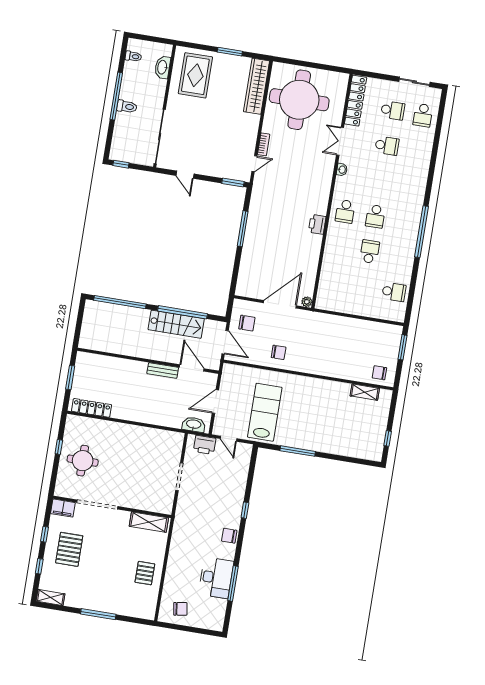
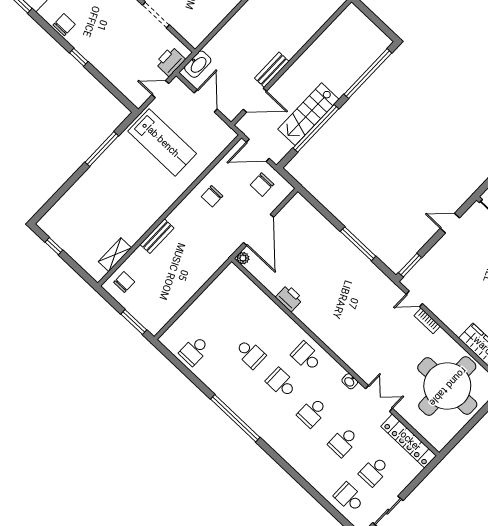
door: (254, 164) -> (414, 299), hinge flipped
school desk: (381, 181) -> (312, 412), added
printer: (317, 224) -> (289, 298), moved
bench: (332, 372) -> (157, 236), added

